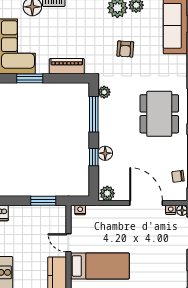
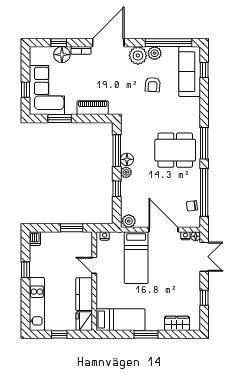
armchair: (125, 49) -> (153, 85), moved
plant: (104, 92) -> (126, 172), moved
dining table: (159, 114) -> (175, 150), turned 90
floor lamp: (105, 153) -> (127, 159), moved
bed: (100, 266) -> (136, 258), moved, turned 90

